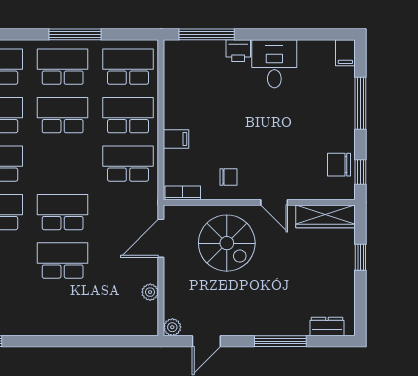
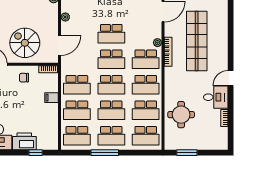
window: (207, 34) -> (36, 153), width x0.46
printer: (238, 51) -> (24, 141), width x1.87, depth x1.48
school desk: (63, 164) -> (111, 85), added

